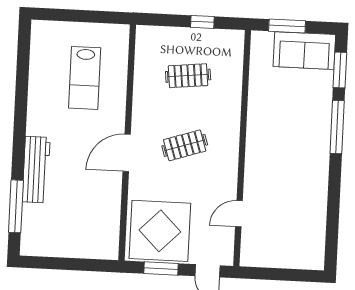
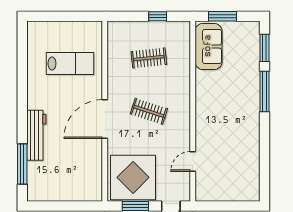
sofa: (304, 51) -> (208, 46), moved, turned -90
lab bench: (85, 78) -> (70, 64), turned -90
clothes rail: (185, 145) -> (149, 111), turned 36
door: (127, 153) -> (105, 119), width x1.36

